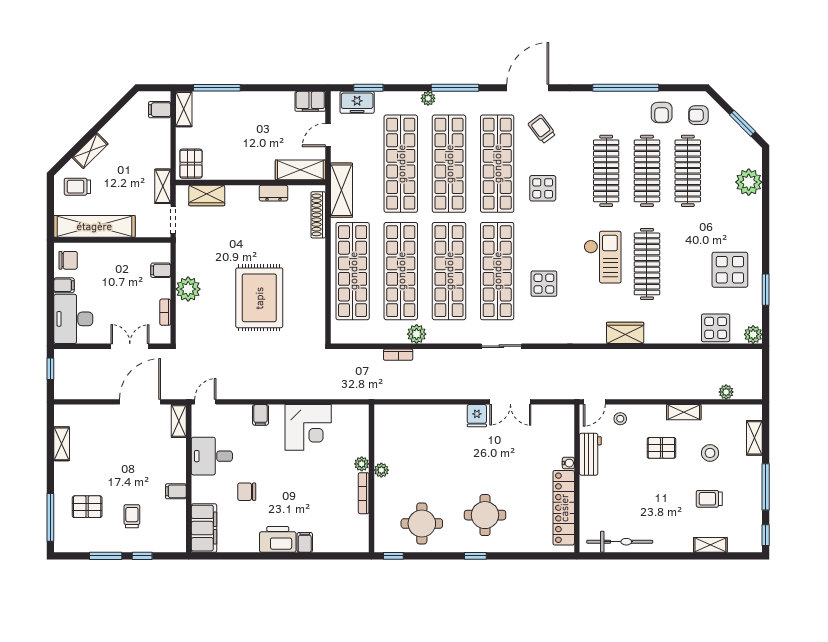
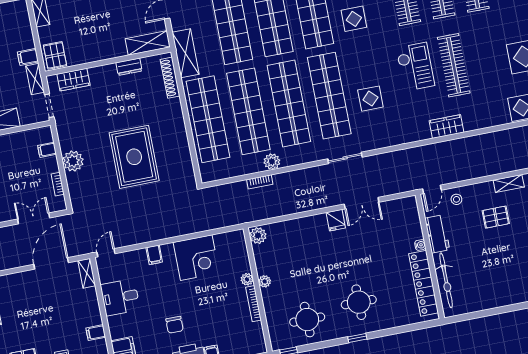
filing cabinet: (160, 110) -> (28, 57), moved
plant: (384, 416) -> (258, 236), added
chair: (247, 492) -> (175, 325), moved, turned -90
bicycle: (620, 542) -> (446, 280), moved, turned 90

